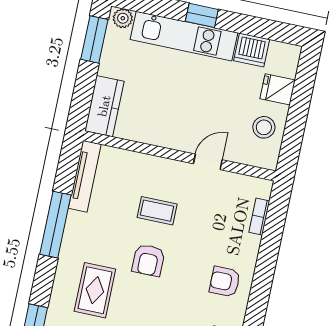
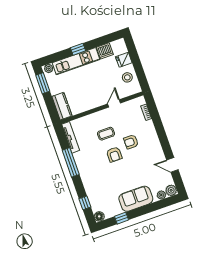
armchair: (225, 282) -> (131, 142), moved
rug: (95, 290) -> (101, 178), removed

